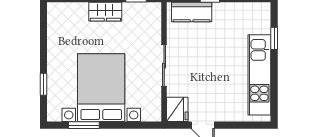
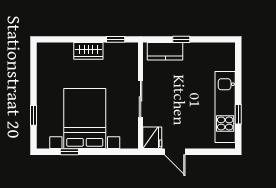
window: (274, 38) -> (238, 114), moved
window: (84, 125) -> (69, 152), width x0.67

